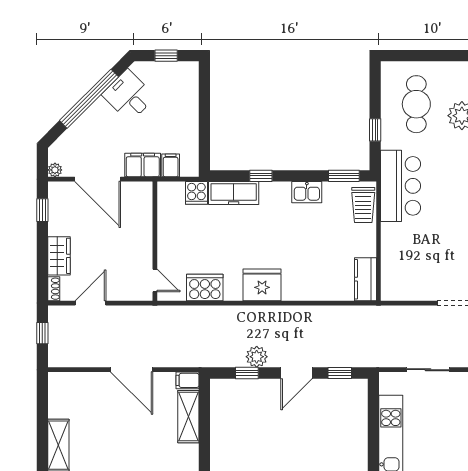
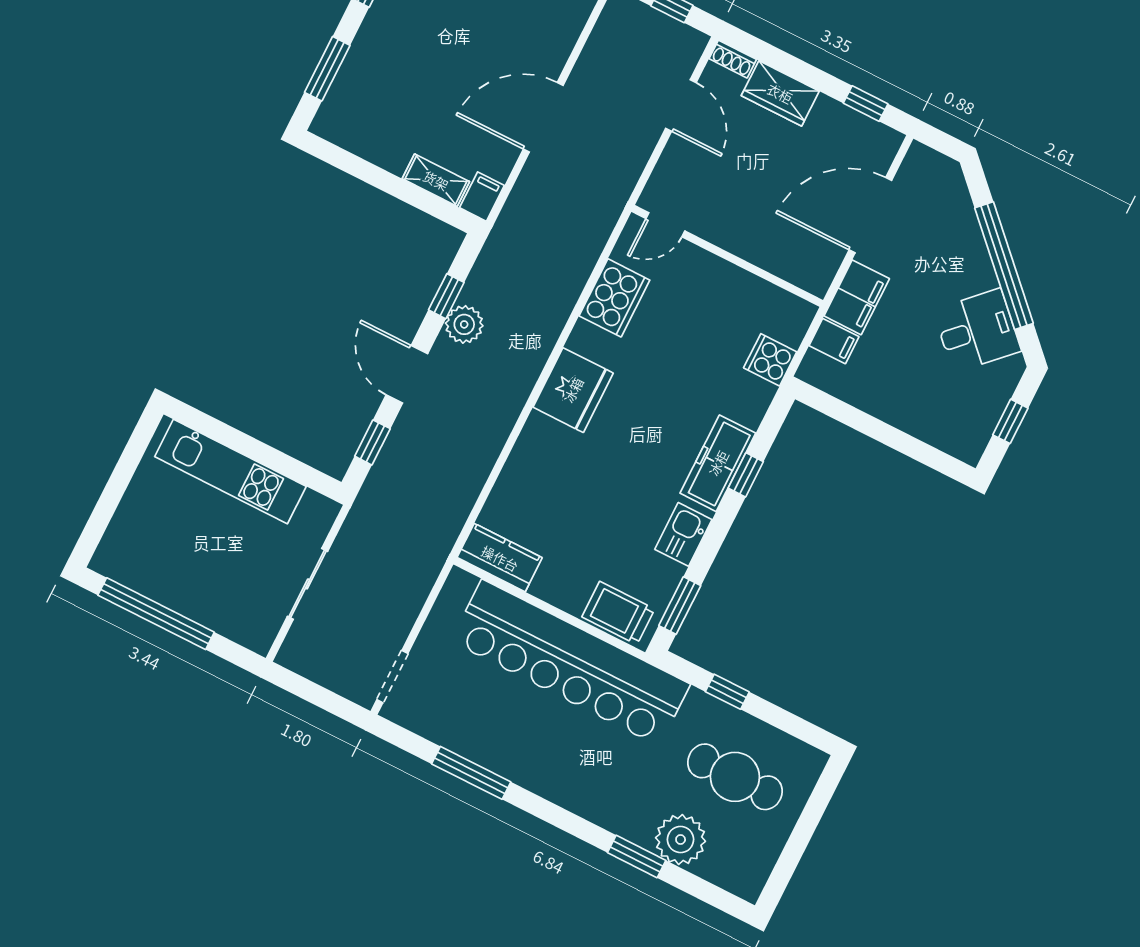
plant: (55, 170) -> (919, 155), removed
bar counter: (401, 186) -> (570, 663), width x1.86
freezer: (234, 193) -> (718, 463), moved
shelving: (188, 417) -> (436, 180), width x0.67, depth x0.75

